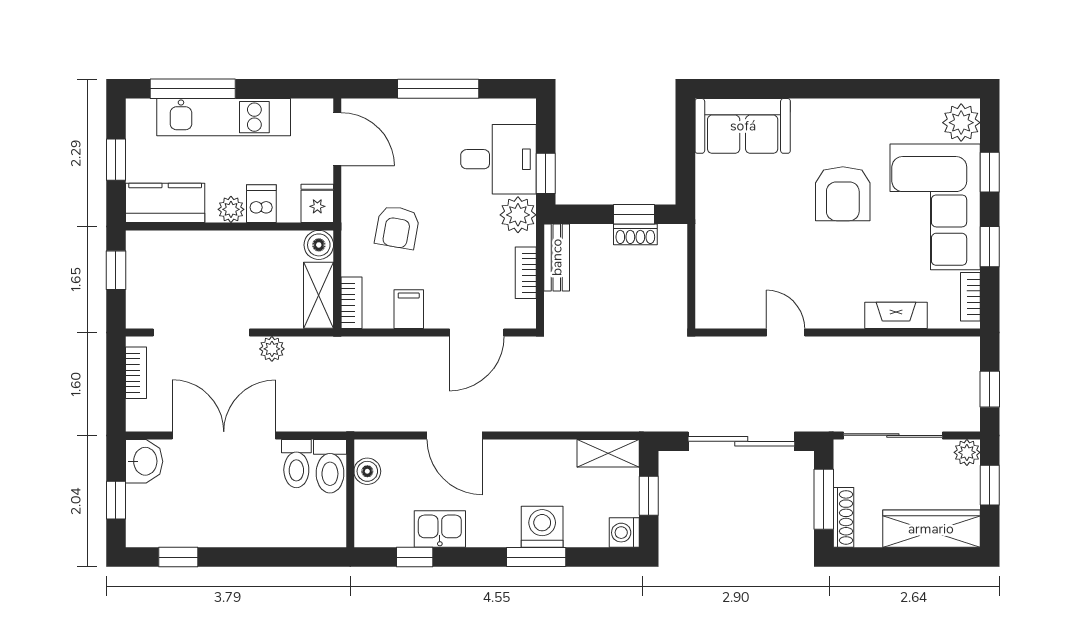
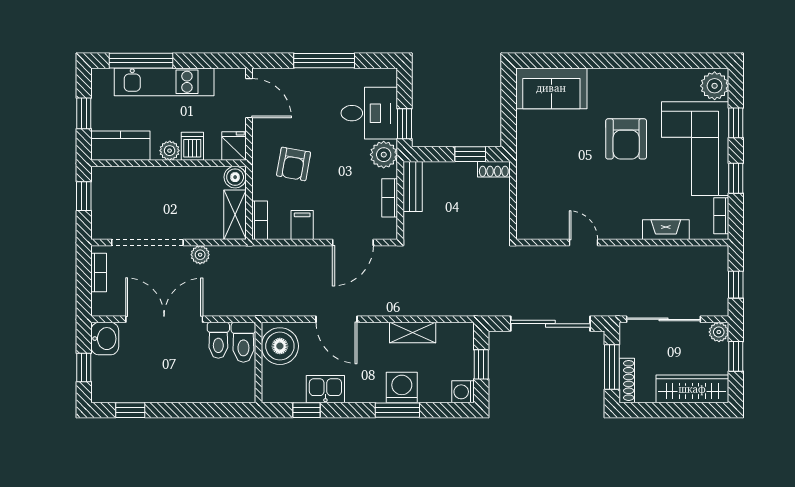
shoe rack: (635, 234) -> (494, 169), moved
shelving: (608, 453) -> (413, 333), moved
boiler: (367, 471) -> (280, 346), width x1.86, depth x1.86

